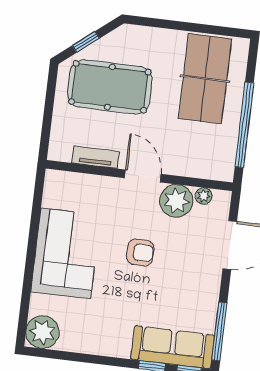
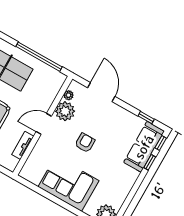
window: (219, 331) -> (146, 118), width x0.46

